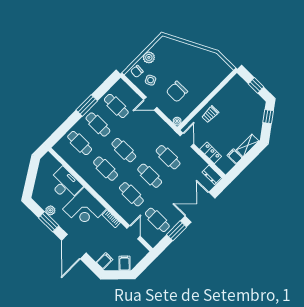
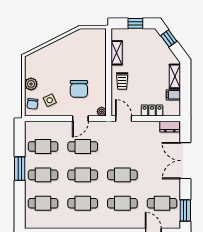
shelving: (225, 92) -> (117, 53), added
door: (150, 104) -> (80, 119), moved
cafe table: (168, 157) -> (83, 146), moved
window: (176, 231) -> (185, 210), moved

